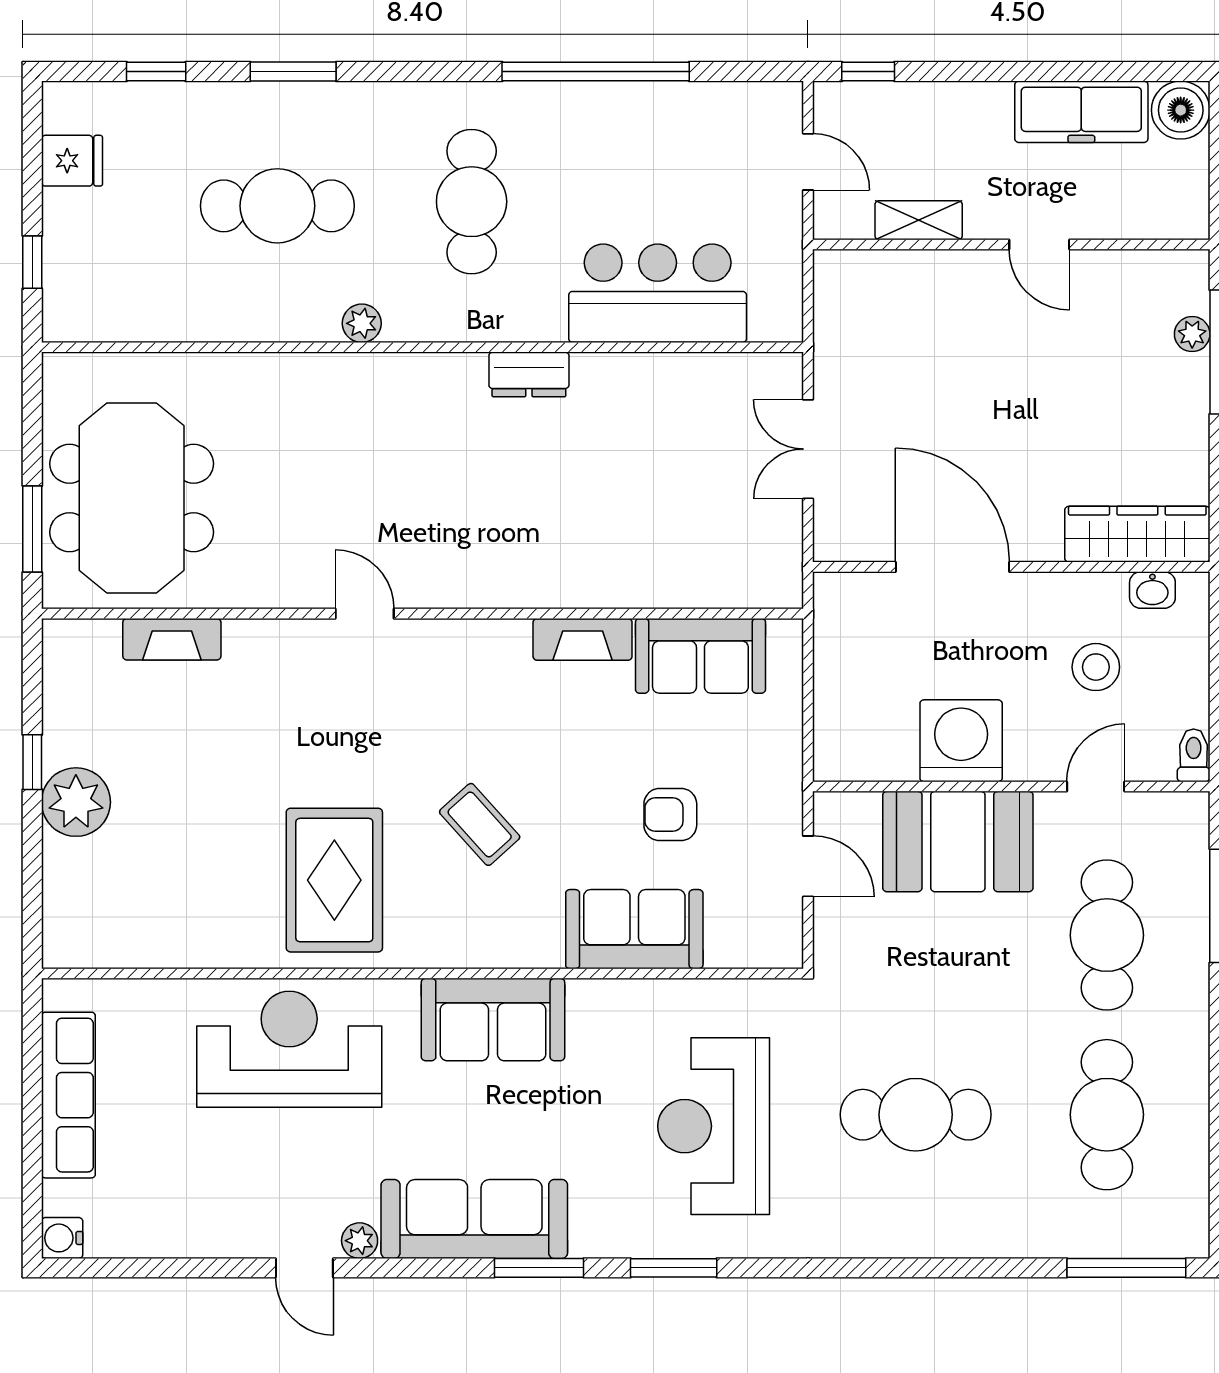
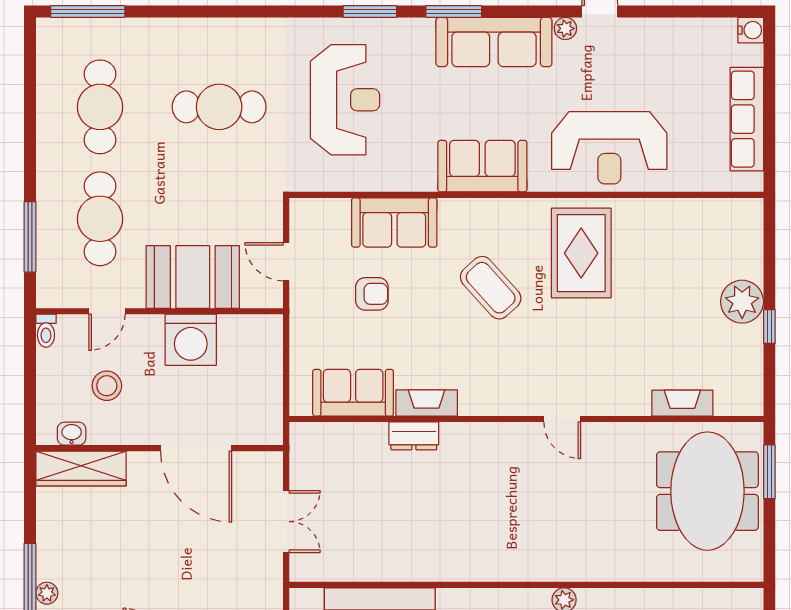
dresser: (529, 374) -> (414, 436), moved, turned 180
coffee table: (480, 824) -> (491, 288), width x1.36, depth x1.30

